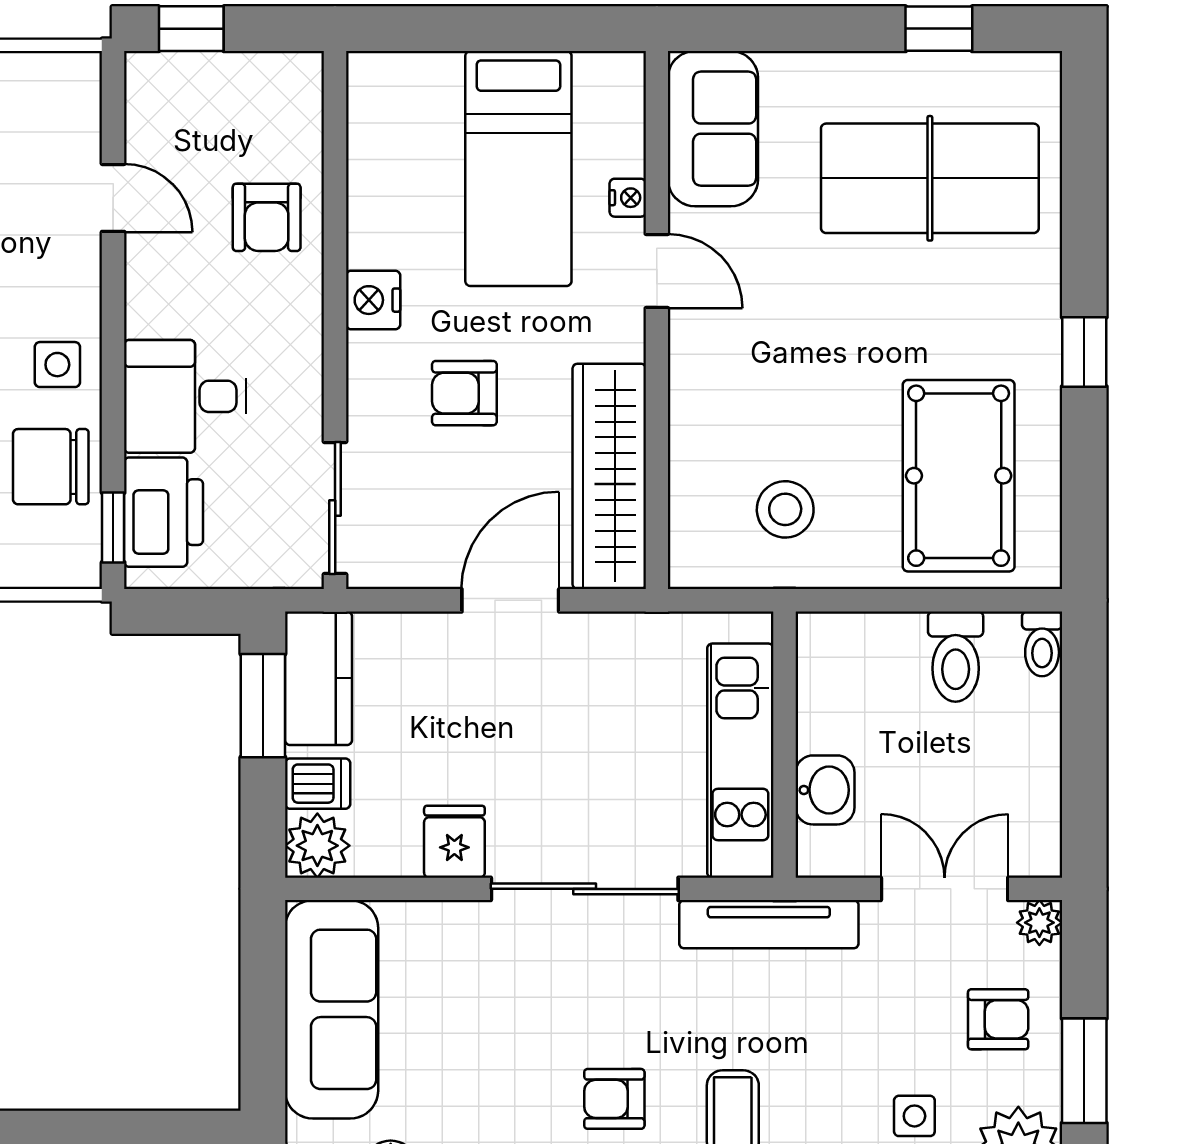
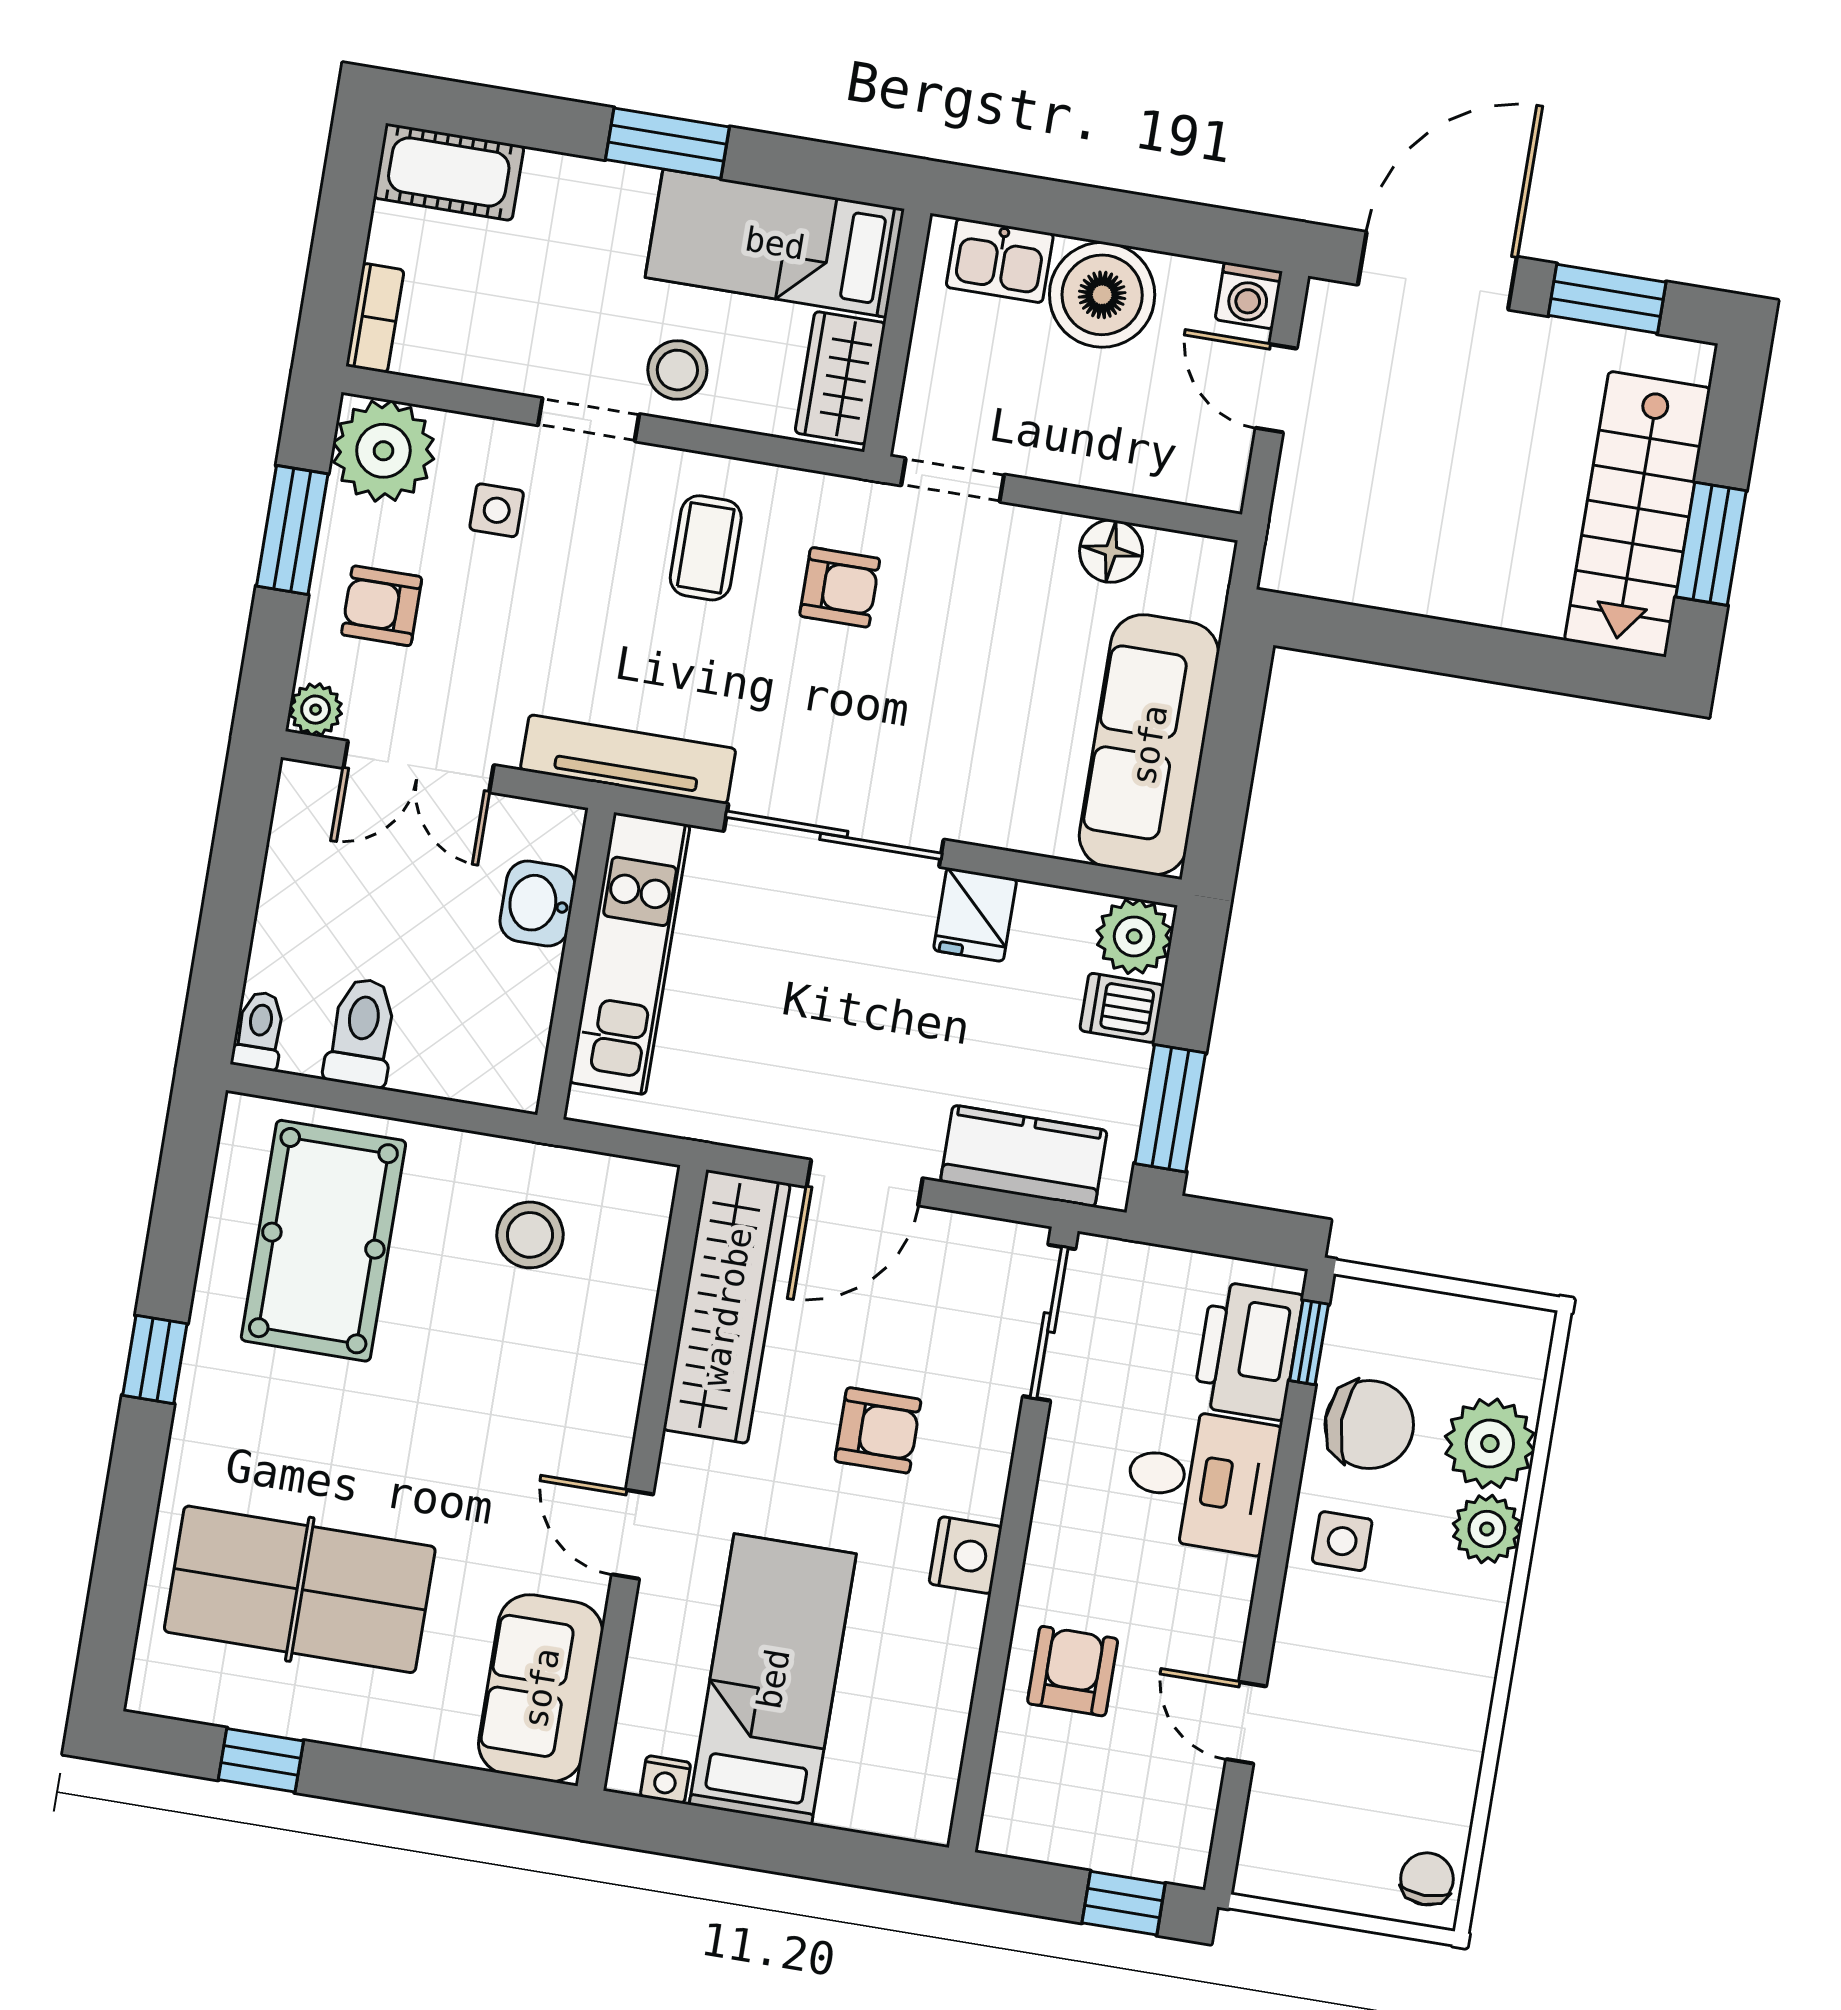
nightstand: (628, 198) -> (665, 1780), moved, turned -90
kitchen counter: (319, 678) -> (1024, 1156), moved, turned 90

